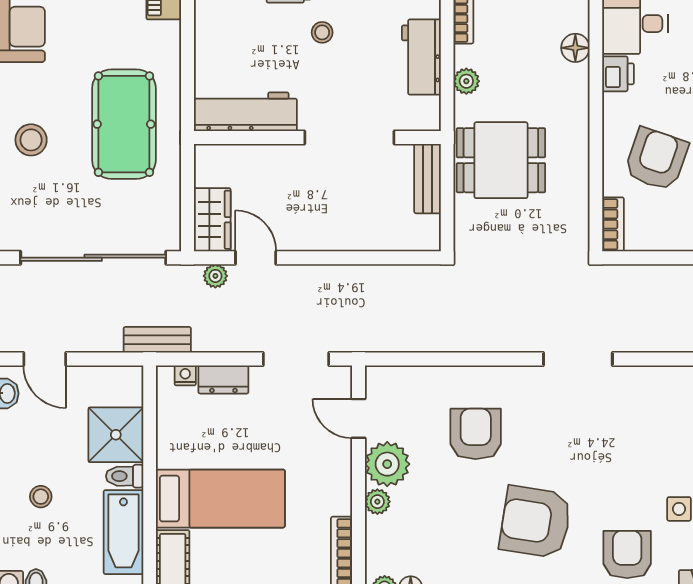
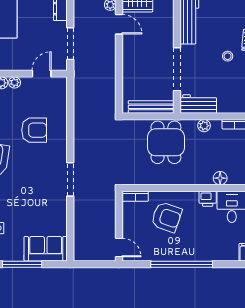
workbench: (421, 57) -> (198, 104), moved
bench: (427, 179) -> (151, 107), width x1.36
door: (256, 258) -> (119, 24), hinge flipped
plant: (387, 464) -> (15, 82), width x0.53, depth x0.53

